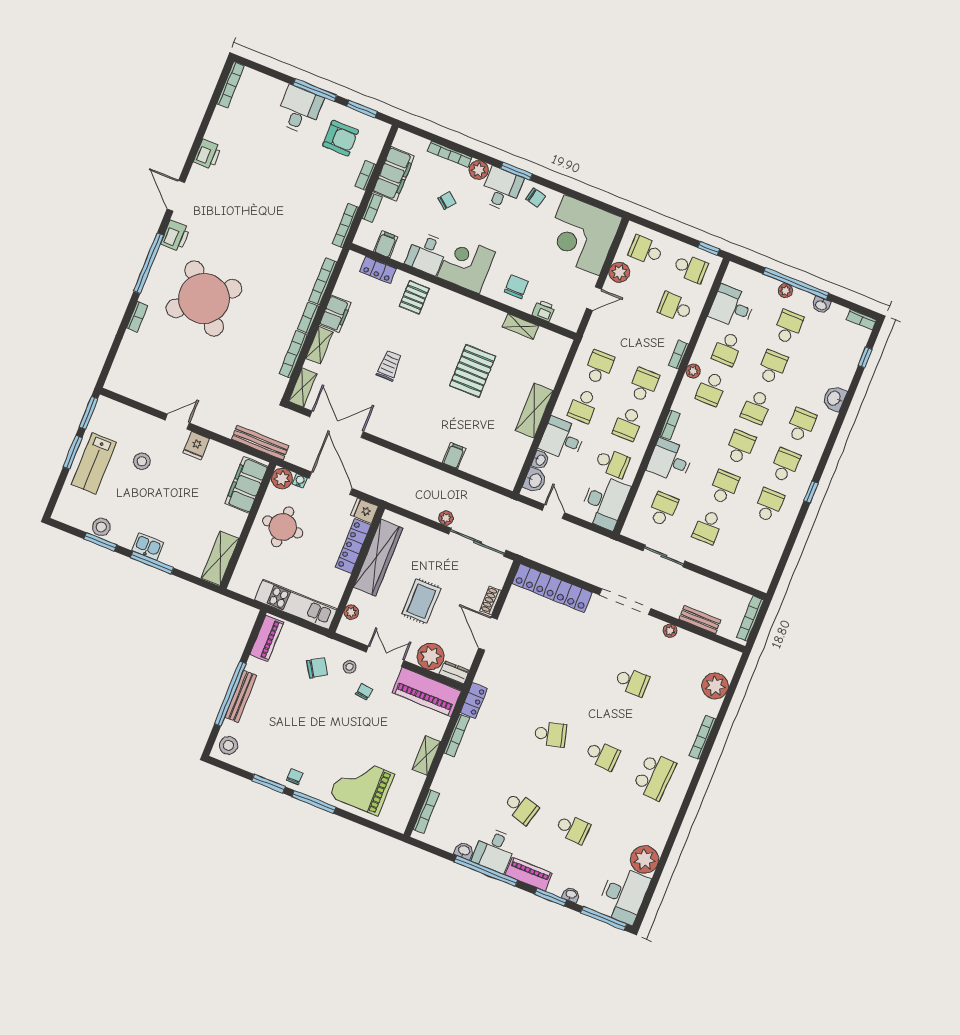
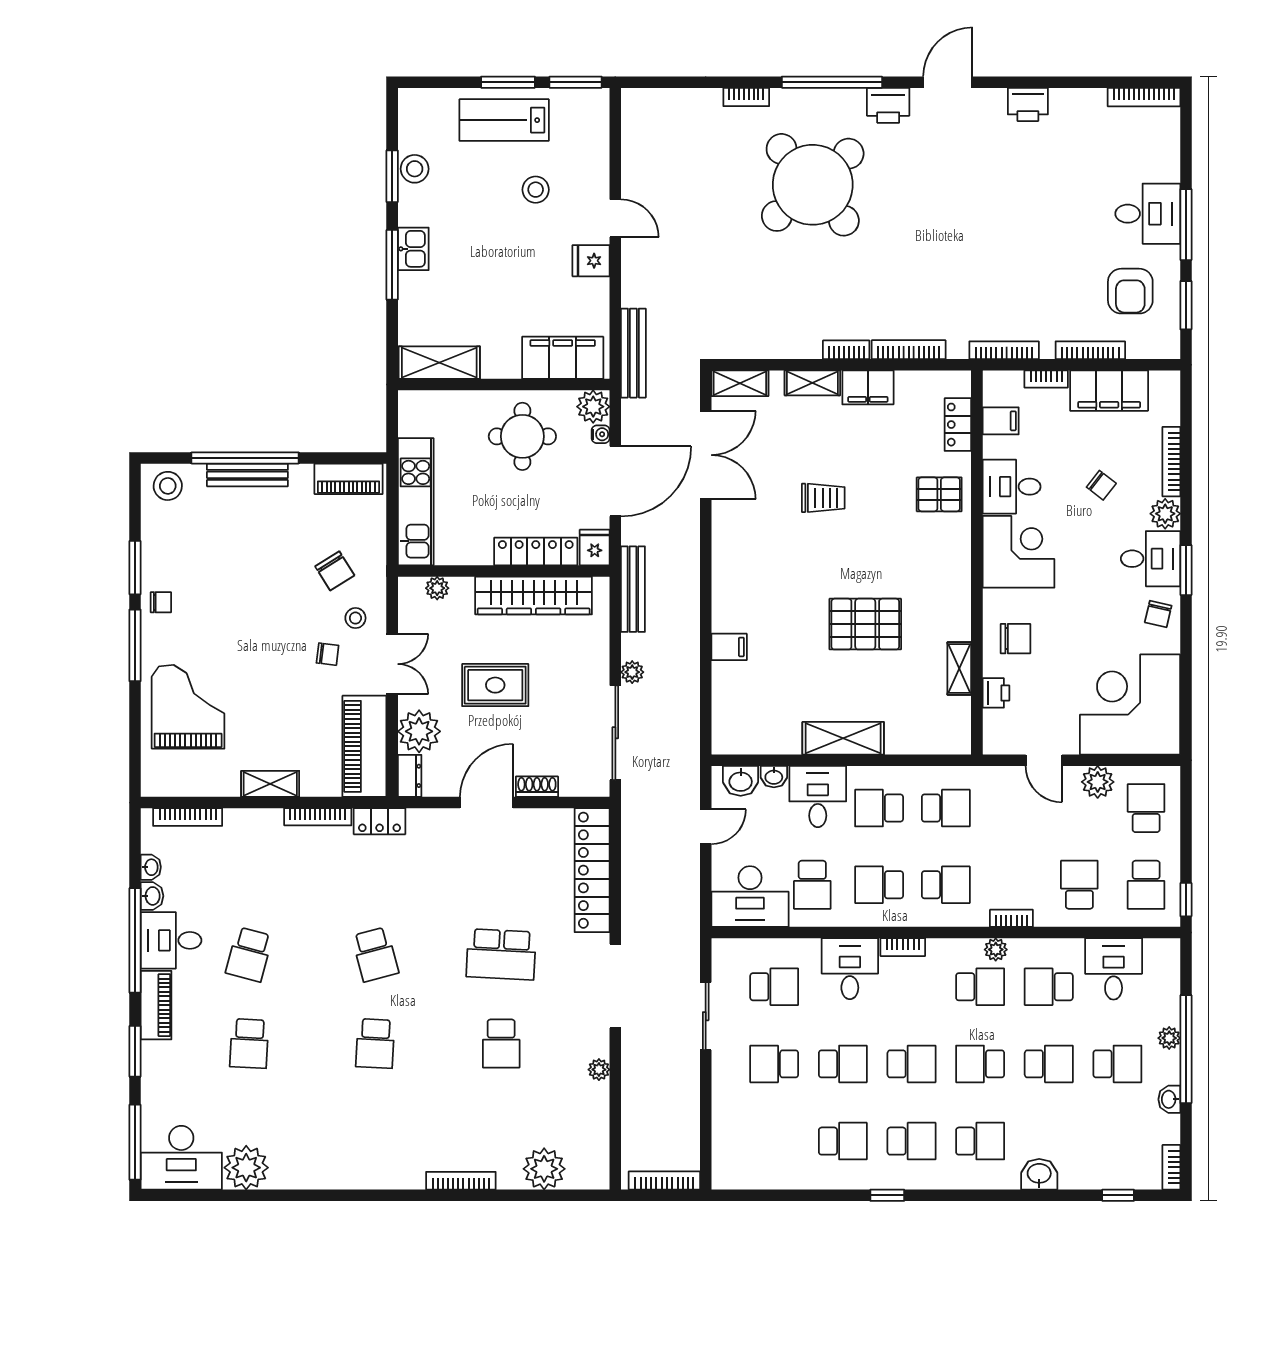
bookcase: (366, 175) -> (1090, 350), width x1.56
bookcase: (293, 354) -> (783, 350), removed
school desk: (711, 389) -> (980, 987), turned 180
bench: (700, 620) -> (633, 589), moved, width x1.36
school desk: (654, 776) -> (501, 954), moved
washbasin: (571, 895) -> (151, 867), moved

